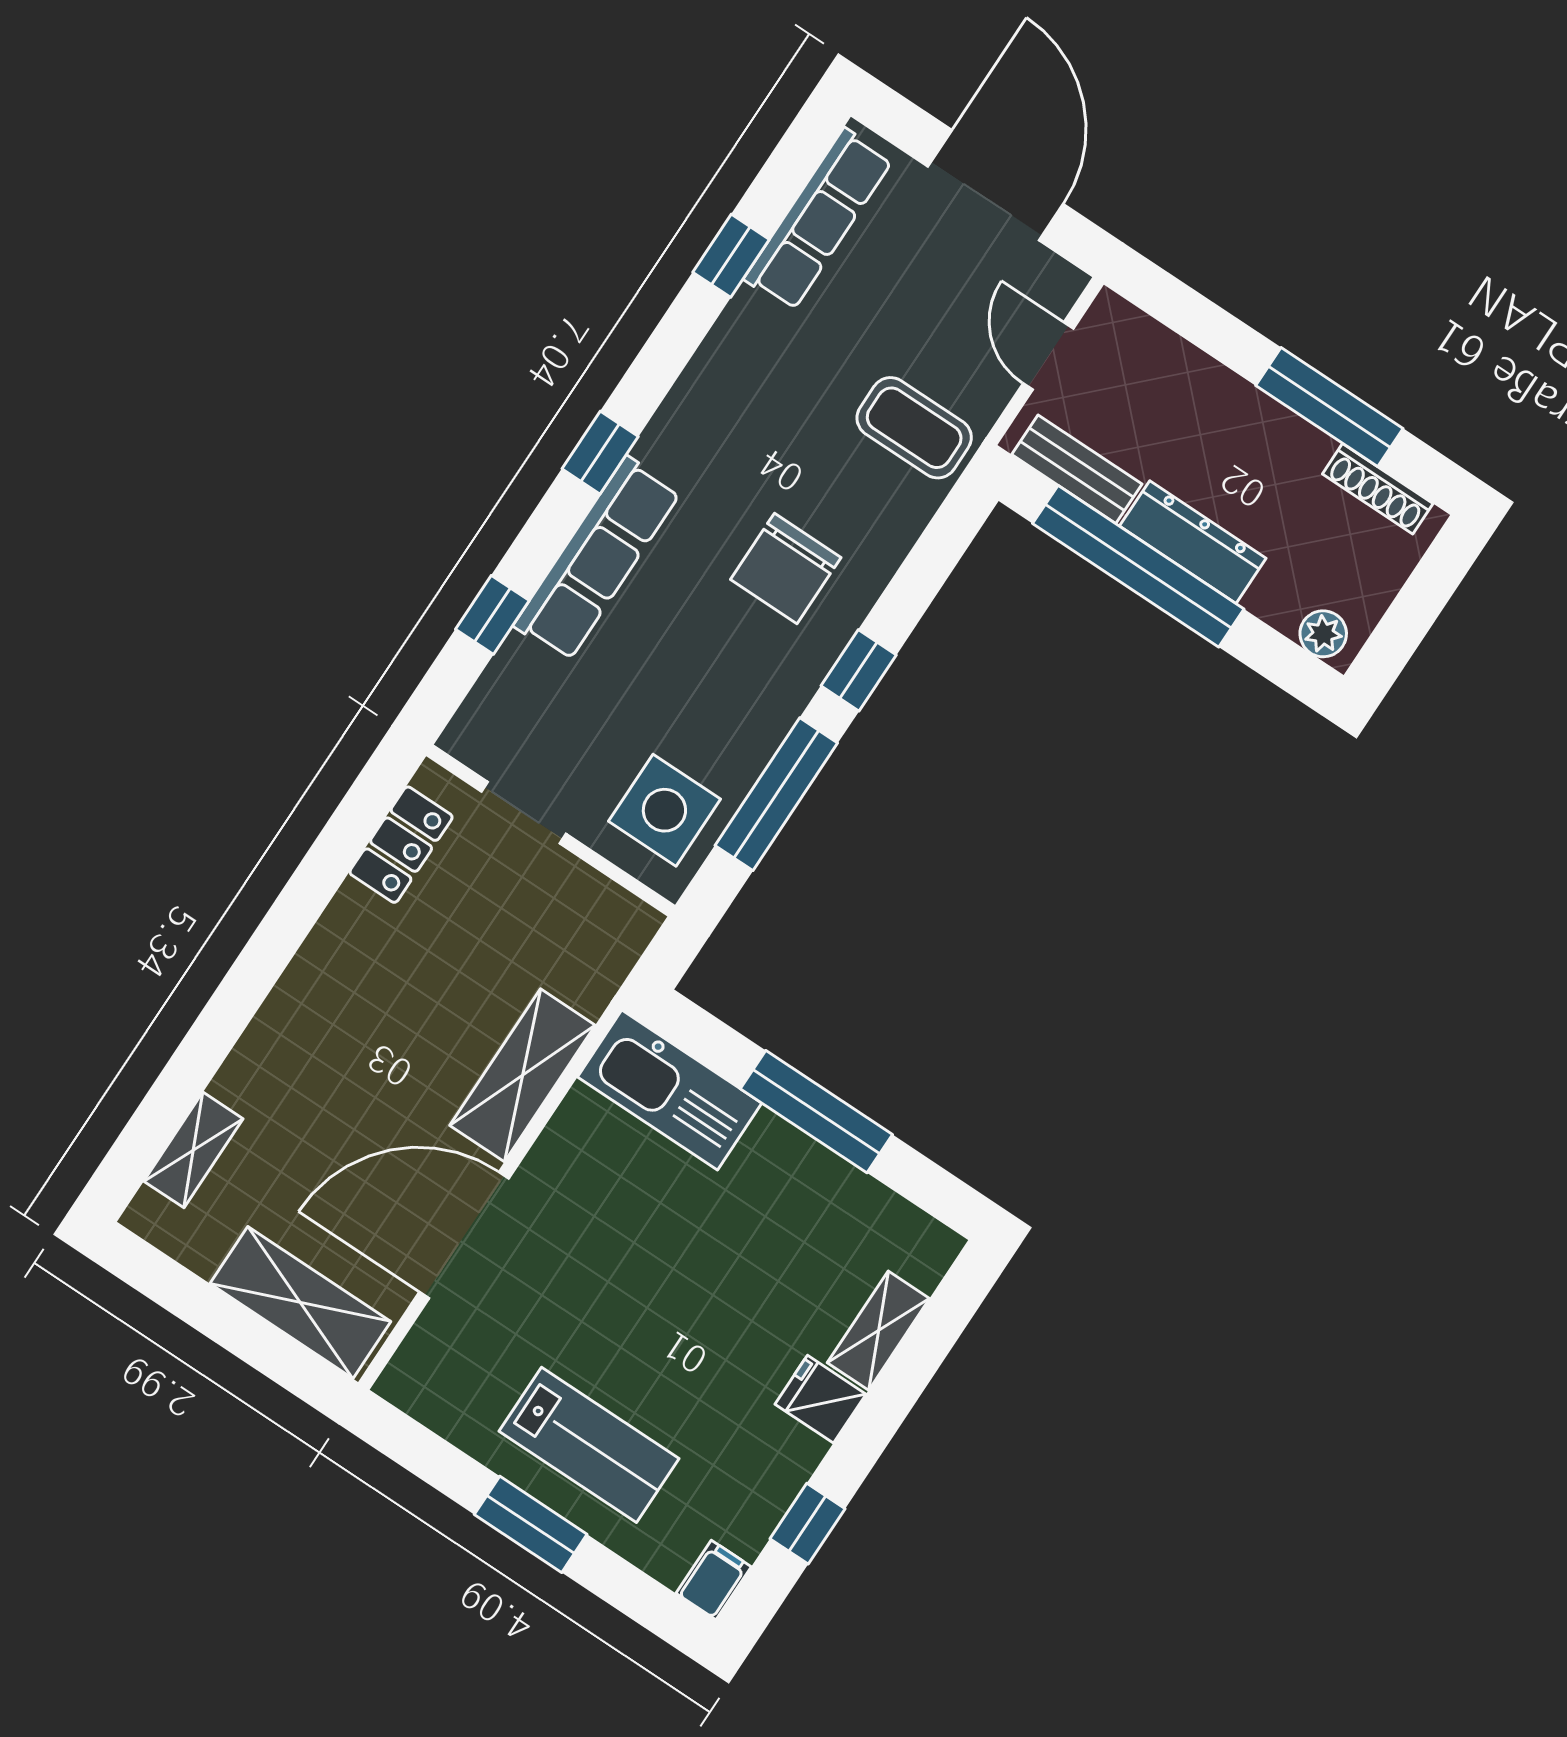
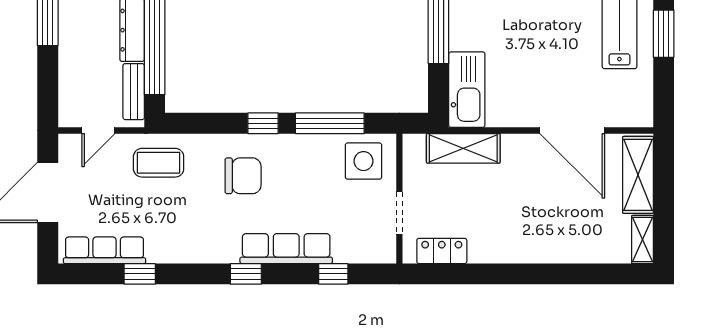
coffee table: (914, 428) -> (159, 163), turned 90
shelving: (523, 1075) -> (463, 148), moved
shelving: (193, 1150) -> (643, 240), moved, turned 90

